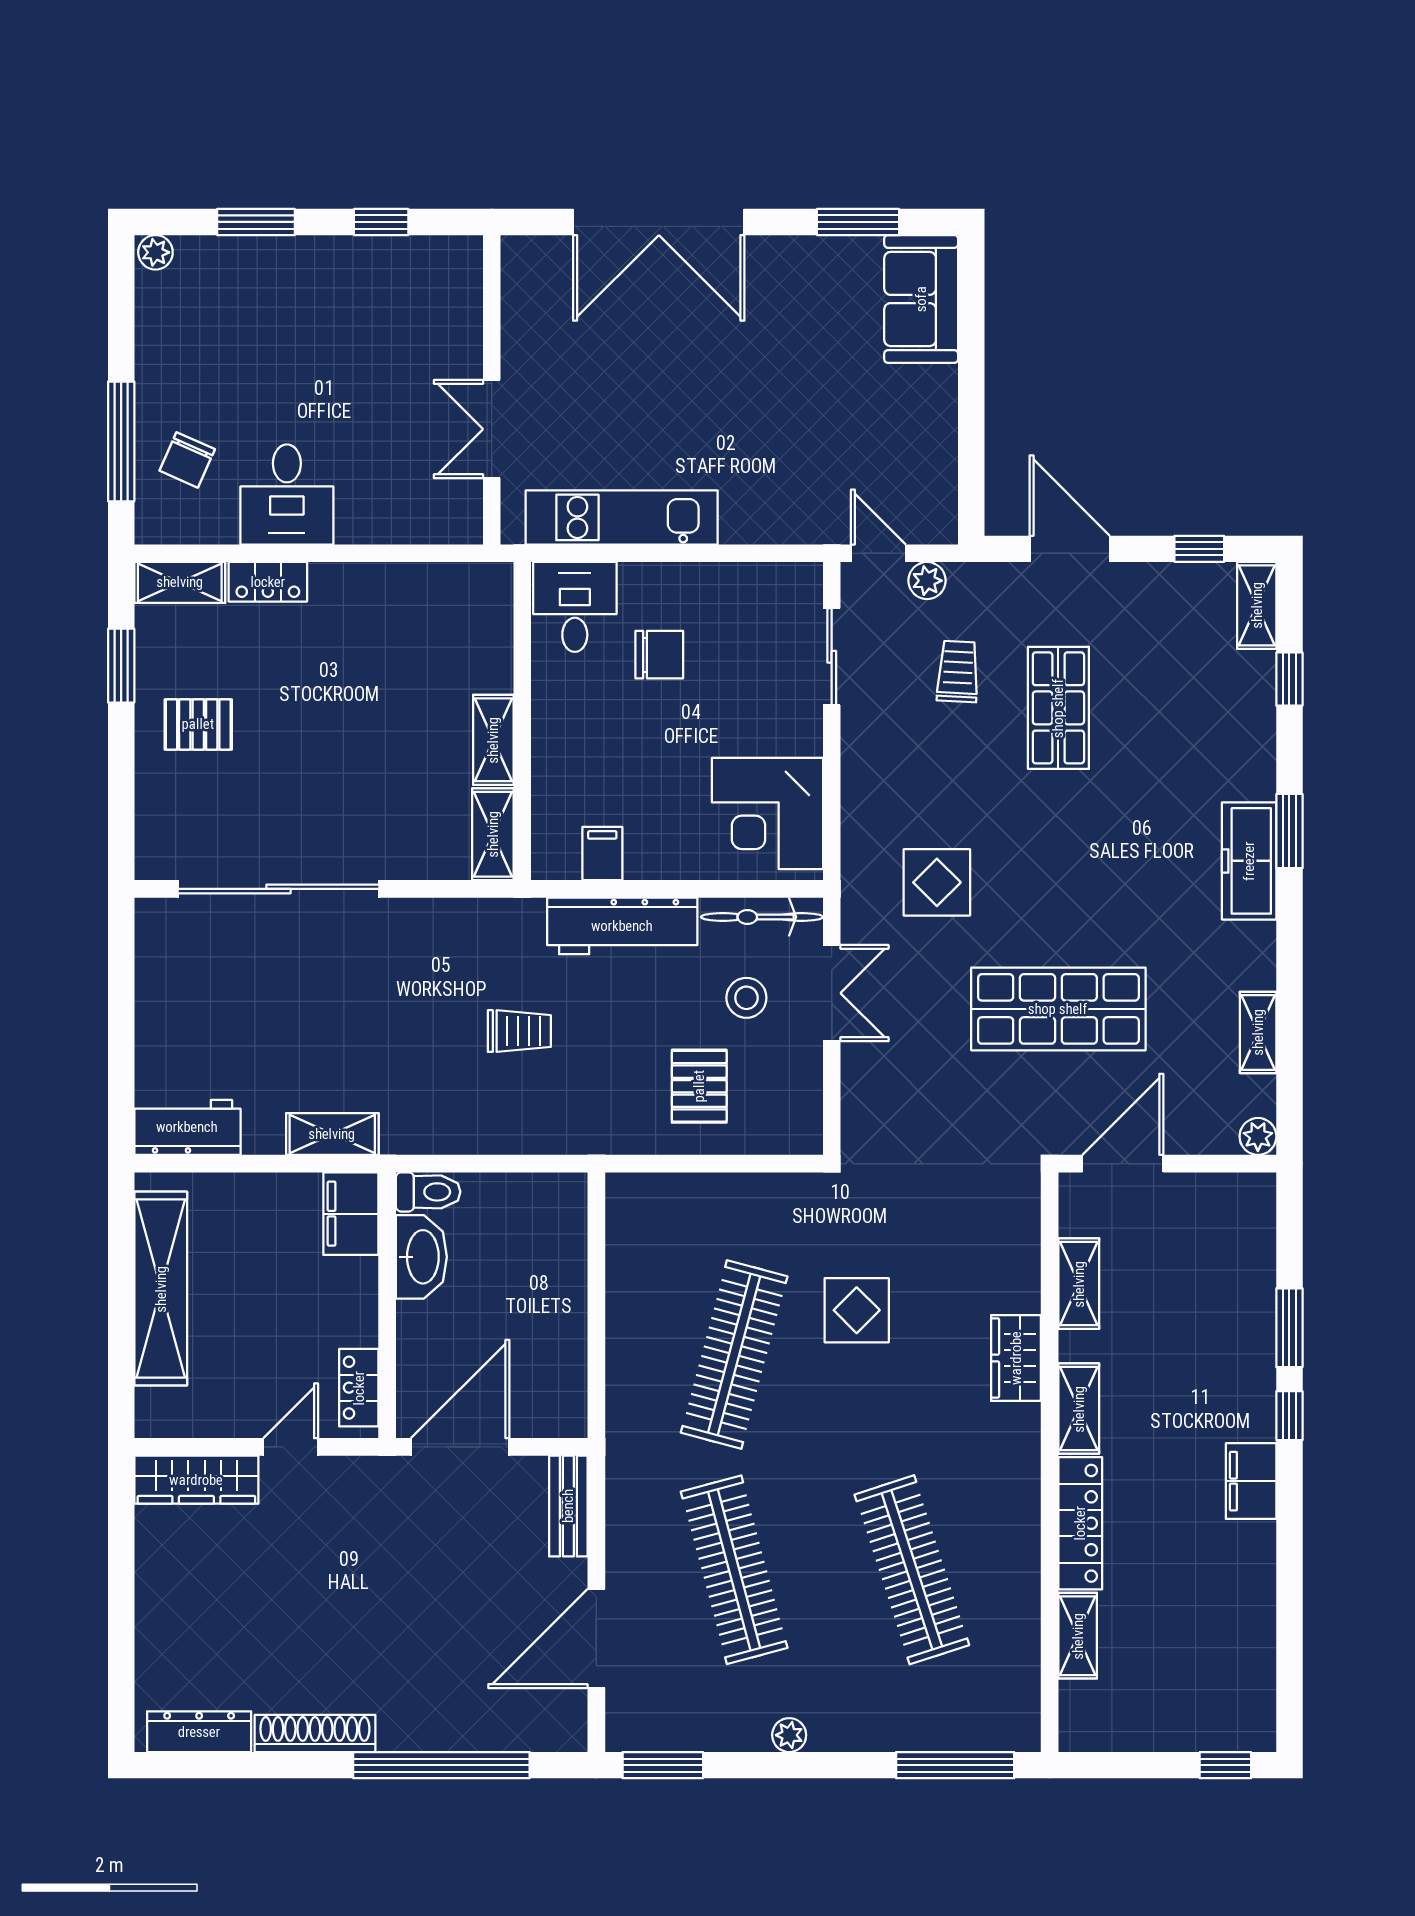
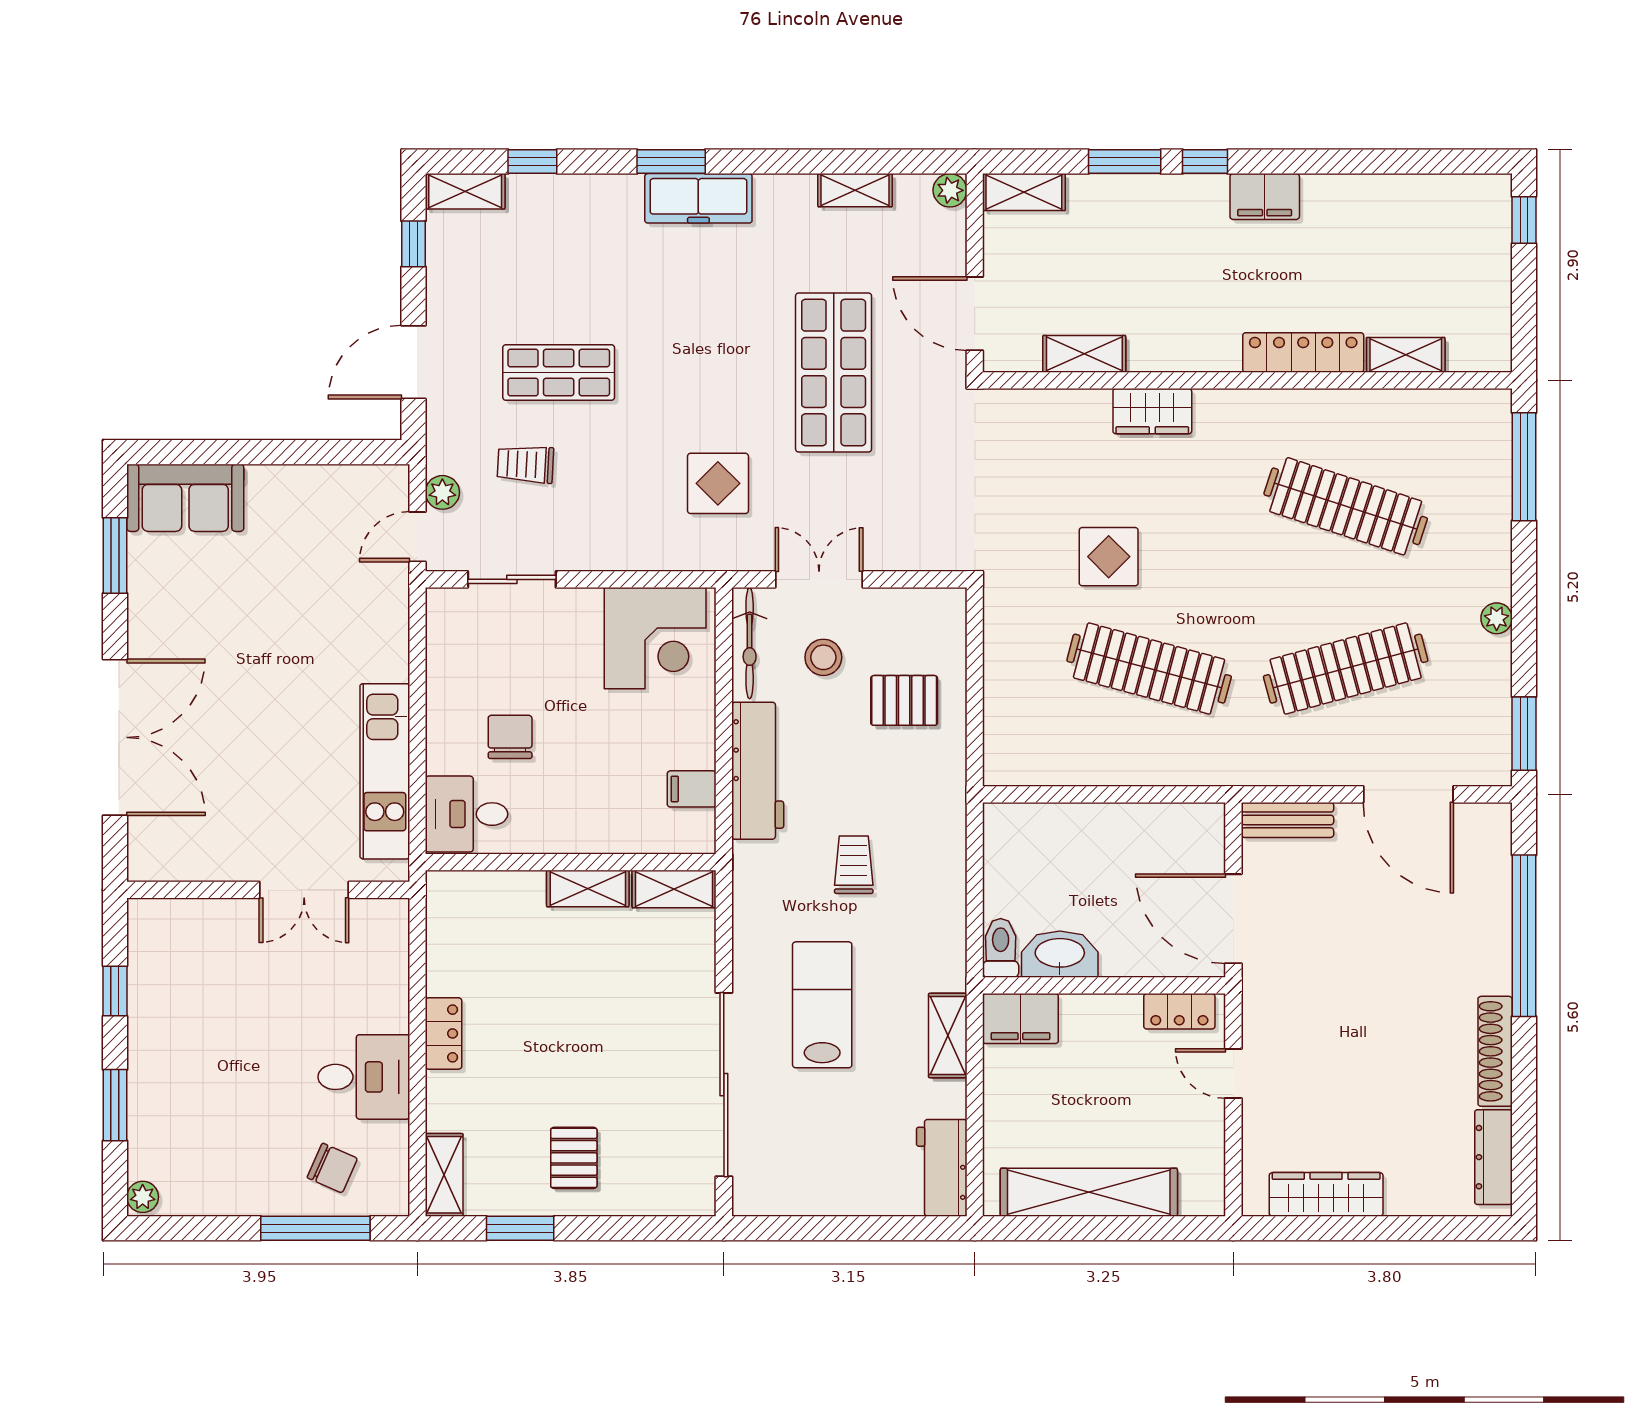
locker: (268, 582) -> (444, 1033), moved
lab bench: (366, 996) -> (822, 1005), added
shelving: (1079, 1409) -> (1024, 192), moved
wardrobe: (196, 1480) -> (1326, 1194), moved, turned -90
clothes rail: (912, 1570) -> (1346, 506), turned 36

